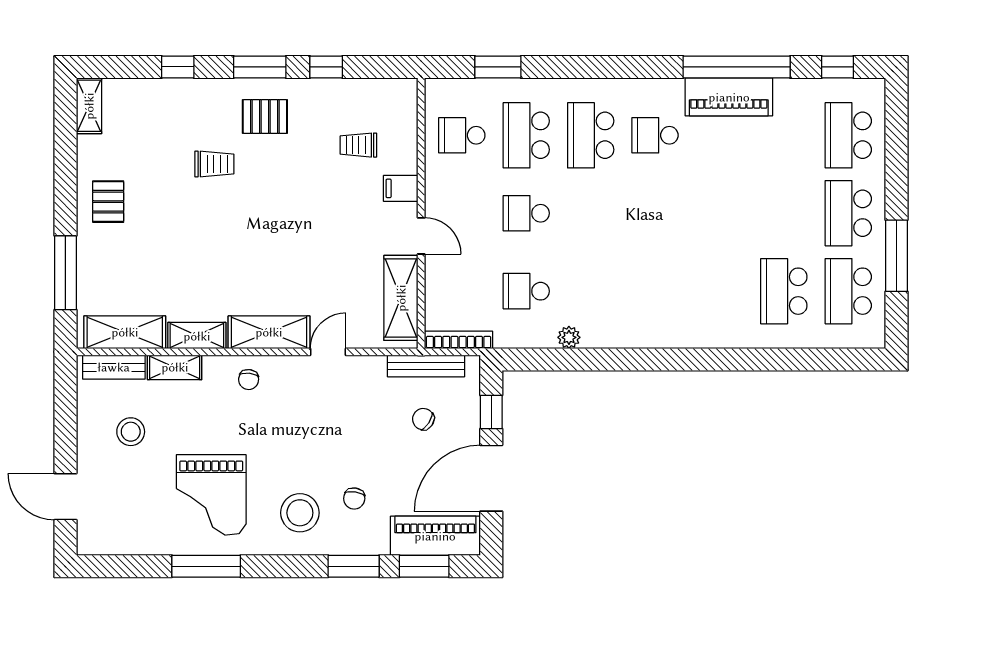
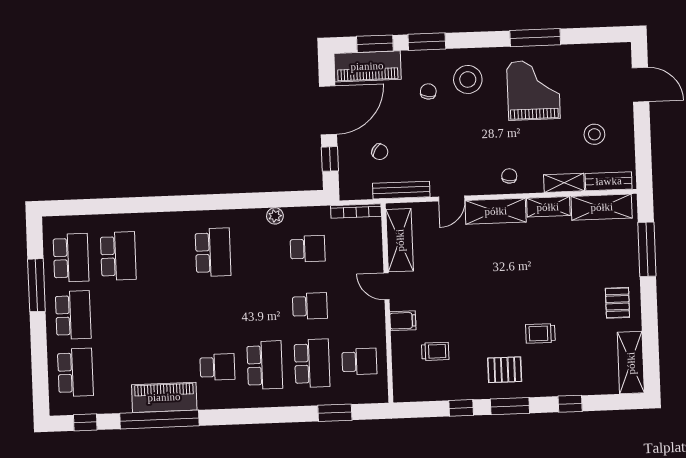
shelving: (89, 106) -> (631, 363), width x1.50, depth x1.33
school desk: (655, 291) -> (213, 252), added
bench: (426, 366) -> (401, 190), moved

